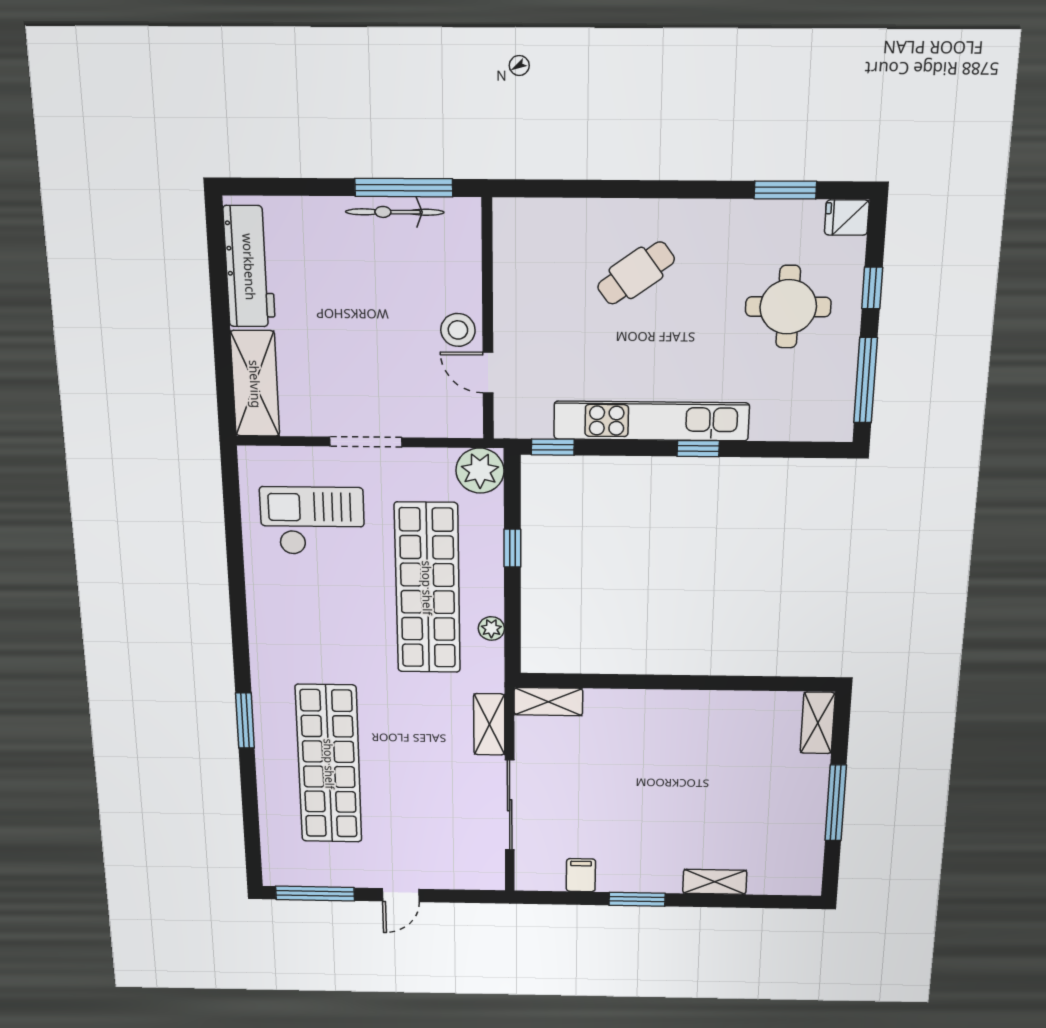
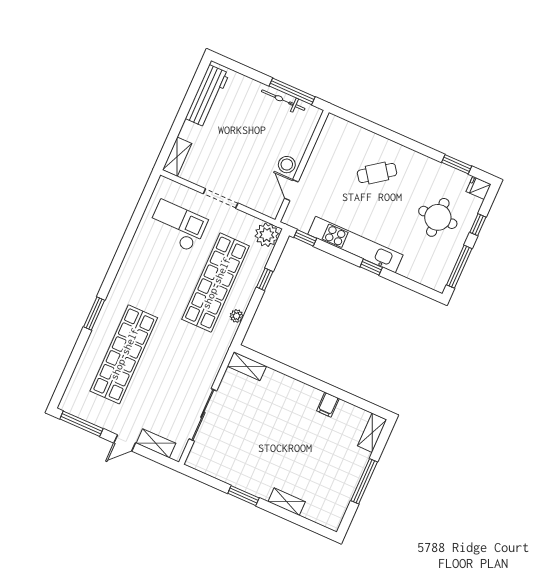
shelving: (255, 384) -> (177, 157), width x0.67, depth x0.75
shelving: (489, 724) -> (156, 443), moved, turned 90
filing cabinet: (581, 875) -> (328, 405), moved, turned 180

